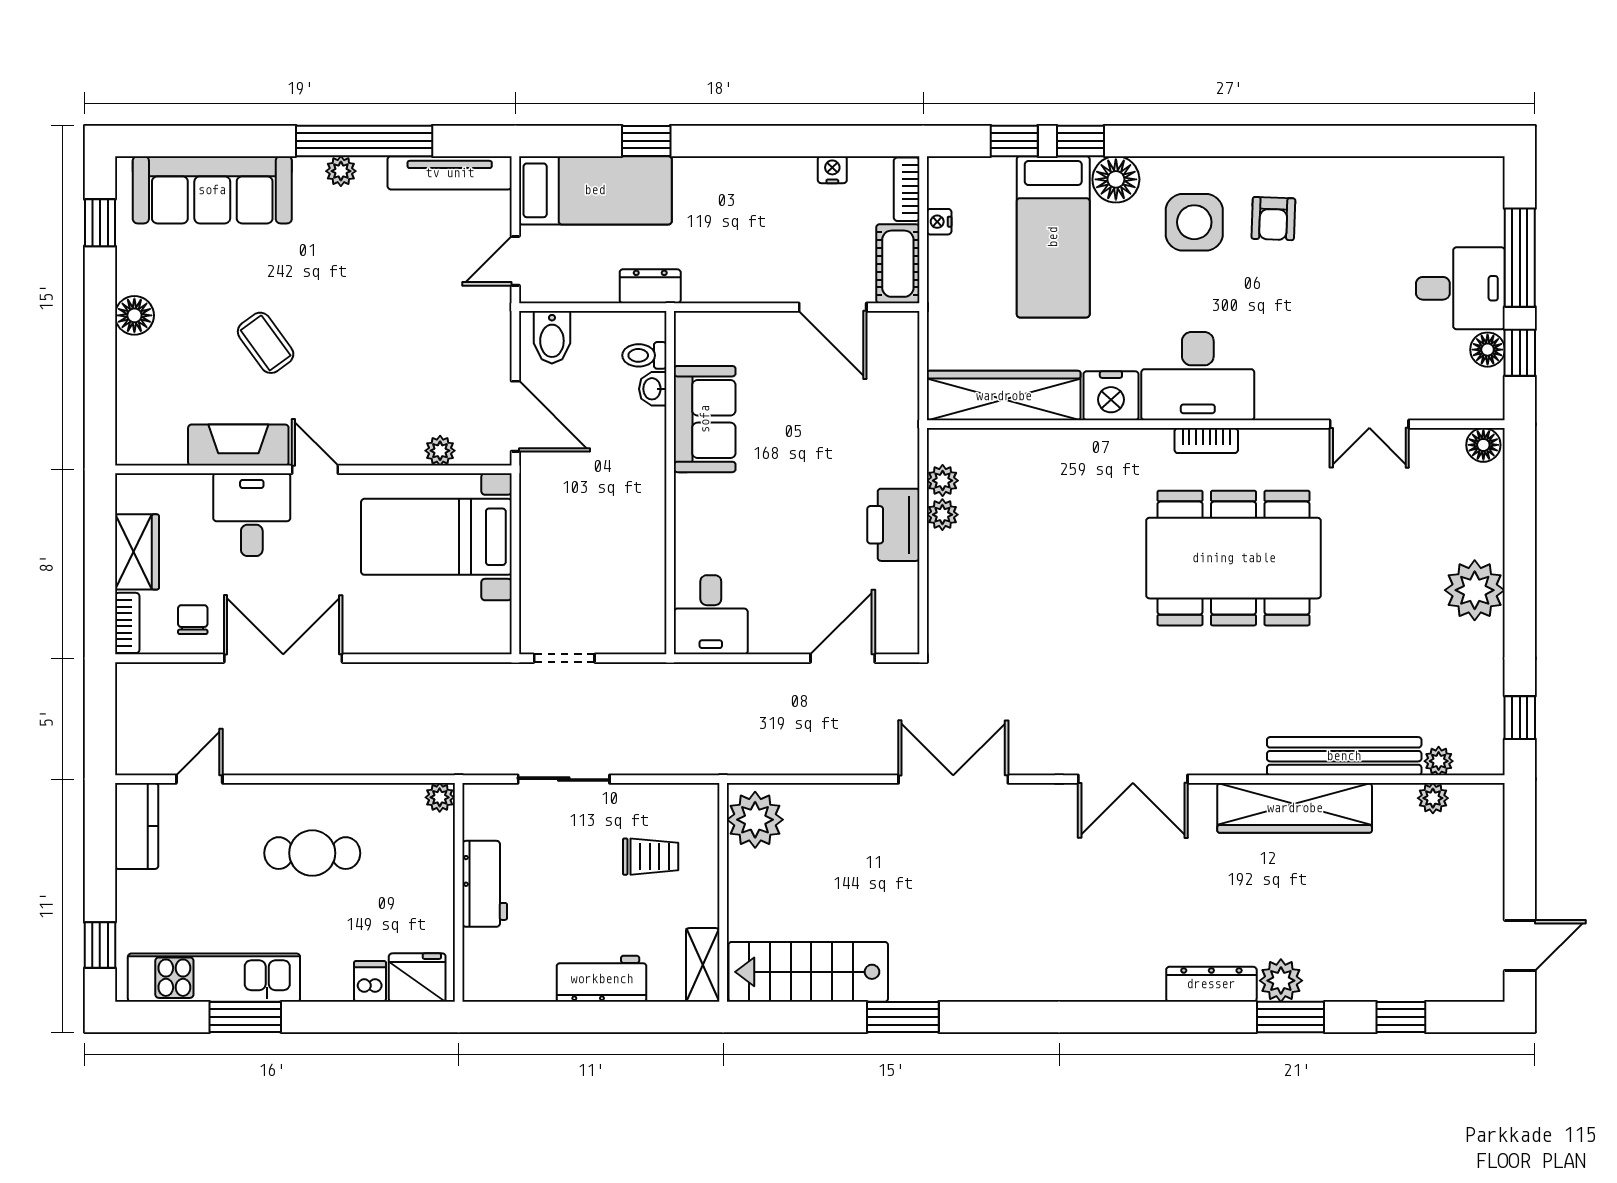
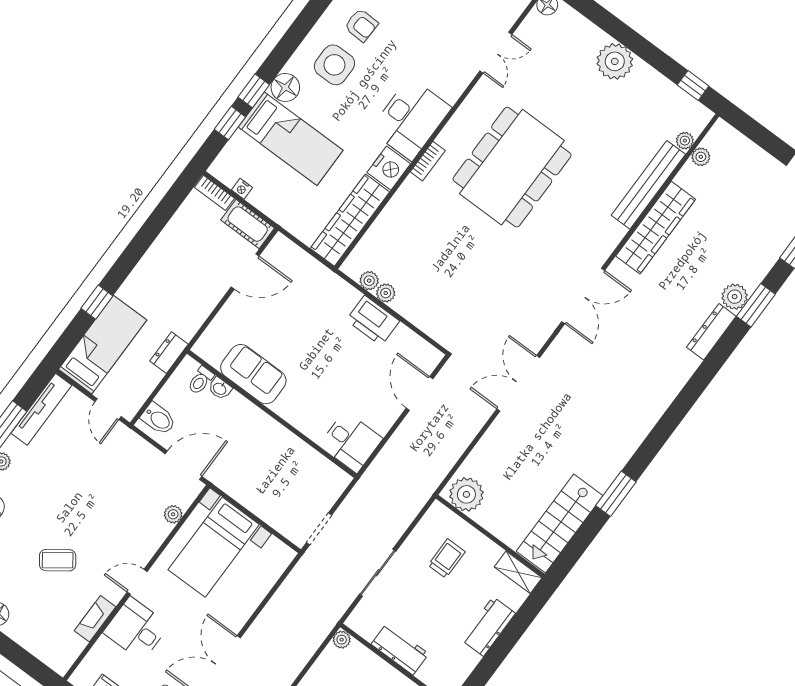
nightstand: (832, 170) -> (178, 222), removed
bookcase: (1206, 441) -> (428, 161), moved
fireplace: (238, 445) -> (95, 619), width x0.73, depth x0.76

